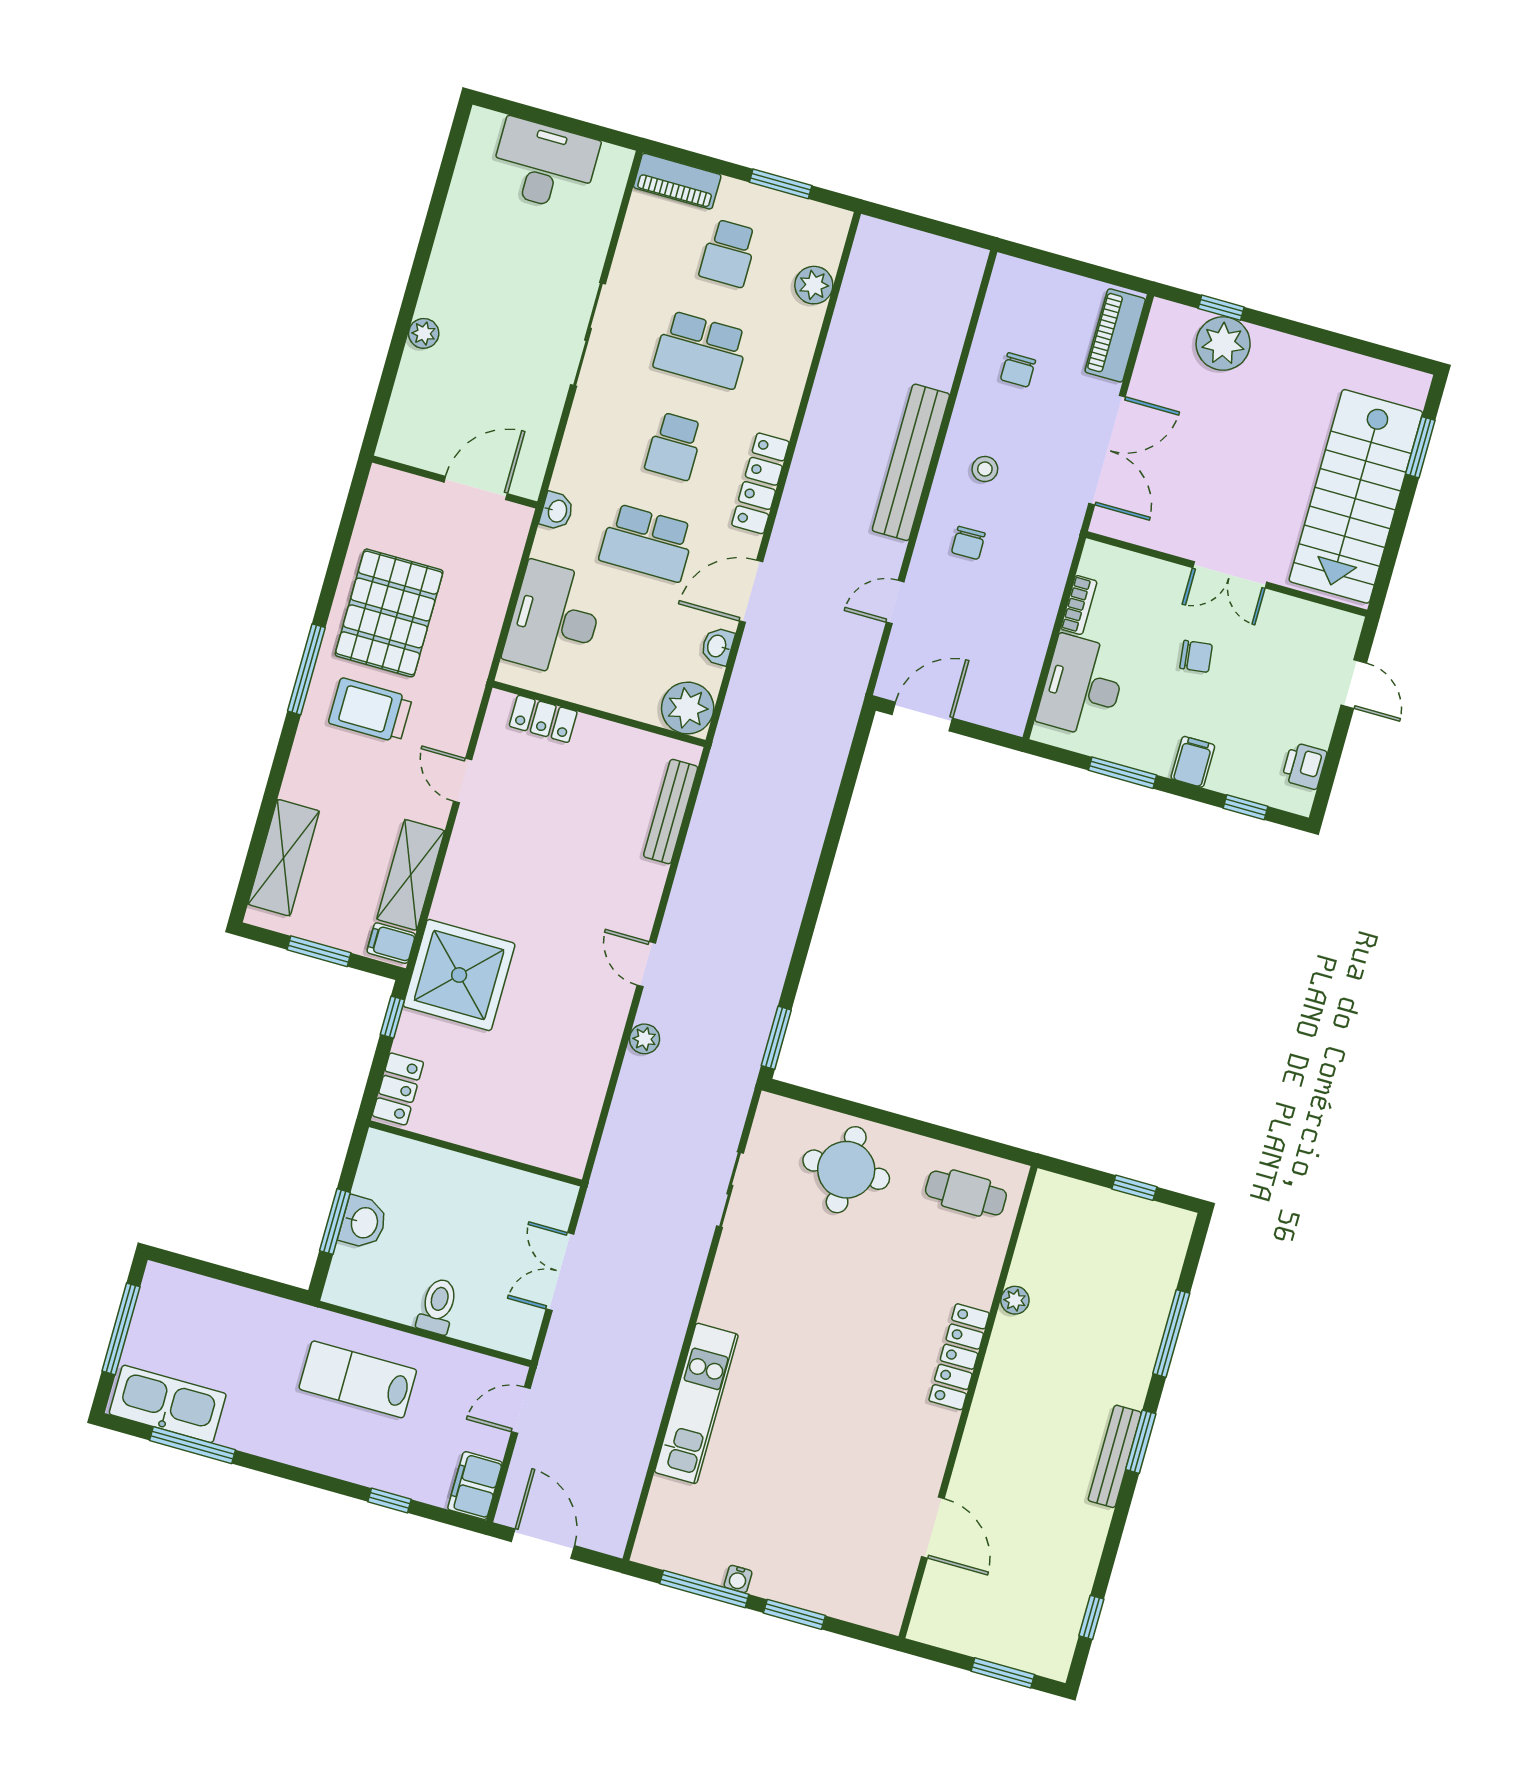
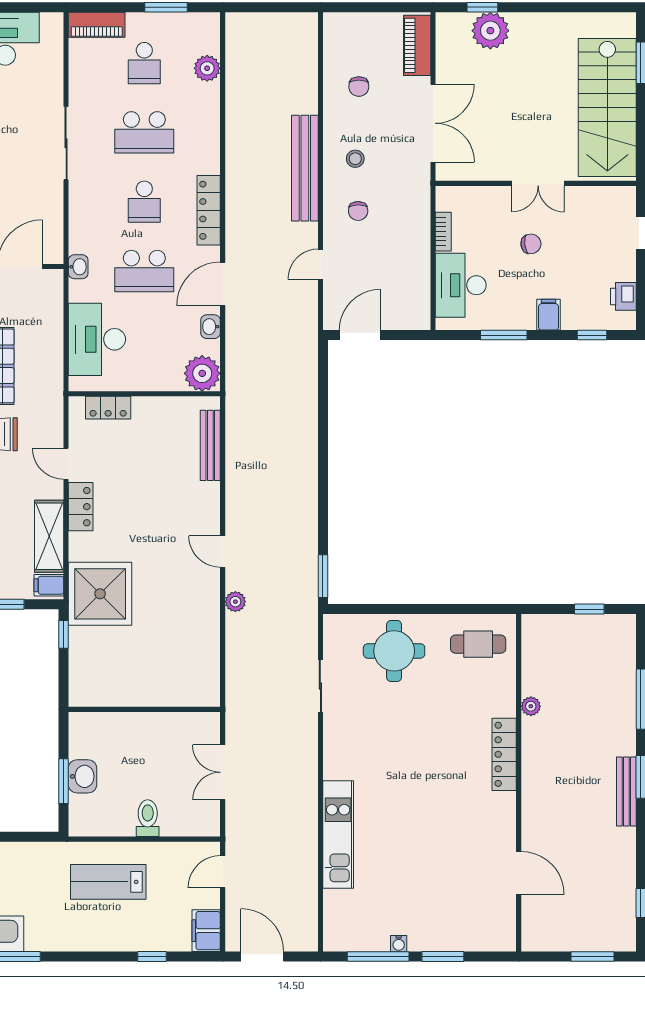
locker: (398, 1089) -> (81, 507), moved

